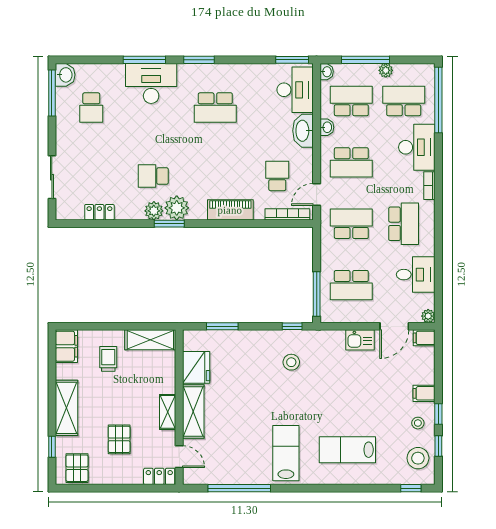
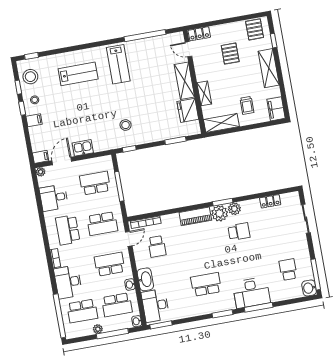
piano: (230, 210) -> (195, 216), moved
window: (317, 294) -> (119, 186), moved
shelving: (168, 412) -> (204, 93), moved

